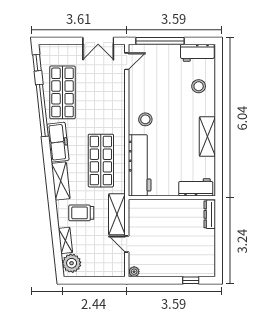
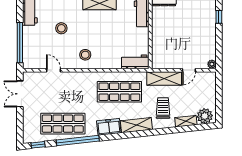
double door: (98, 41) -> (20, 94), swing flipped
door: (127, 61) -> (54, 70), moved
stool: (199, 86) -> (61, 28), moved
freezer: (58, 142) -> (109, 127), width x0.71
workbench: (140, 165) -> (135, 62), width x0.53, depth x0.76
trolley: (81, 213) -> (163, 108), turned 180

